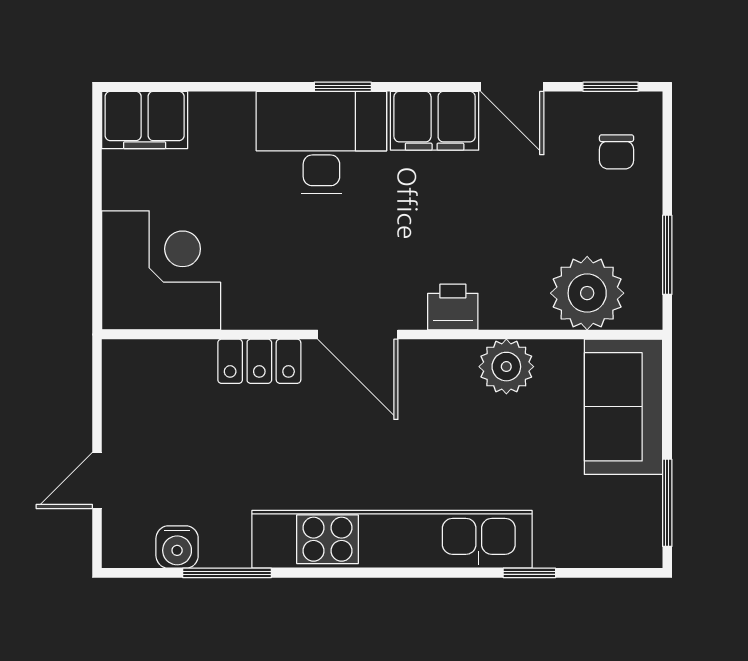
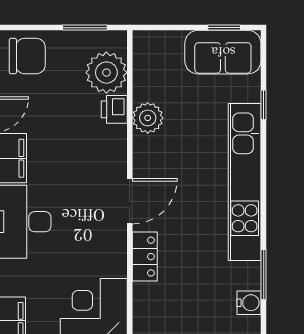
chair: (617, 152) -> (27, 56), width x1.87, depth x1.87
printer: (453, 307) -> (114, 109), moved
sofa: (623, 407) -> (223, 52), moved
window: (667, 503) -> (224, 28), width x0.67

